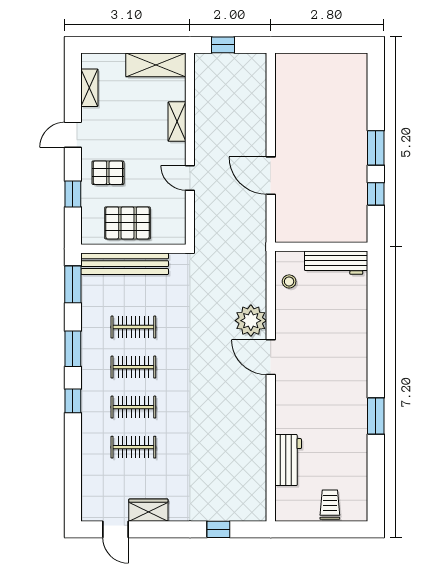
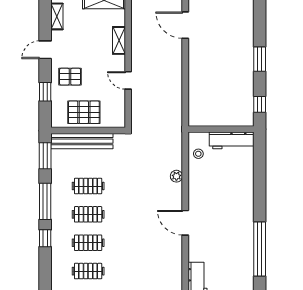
door: (271, 176) -> (185, 25), moved
window: (376, 194) -> (260, 104), moved
plant: (251, 321) -> (176, 176), width x0.53, depth x0.53
window: (73, 349) -> (45, 201), width x1.44
door: (271, 357) -> (185, 223), moved
window: (376, 416) -> (260, 249), width x2.11

